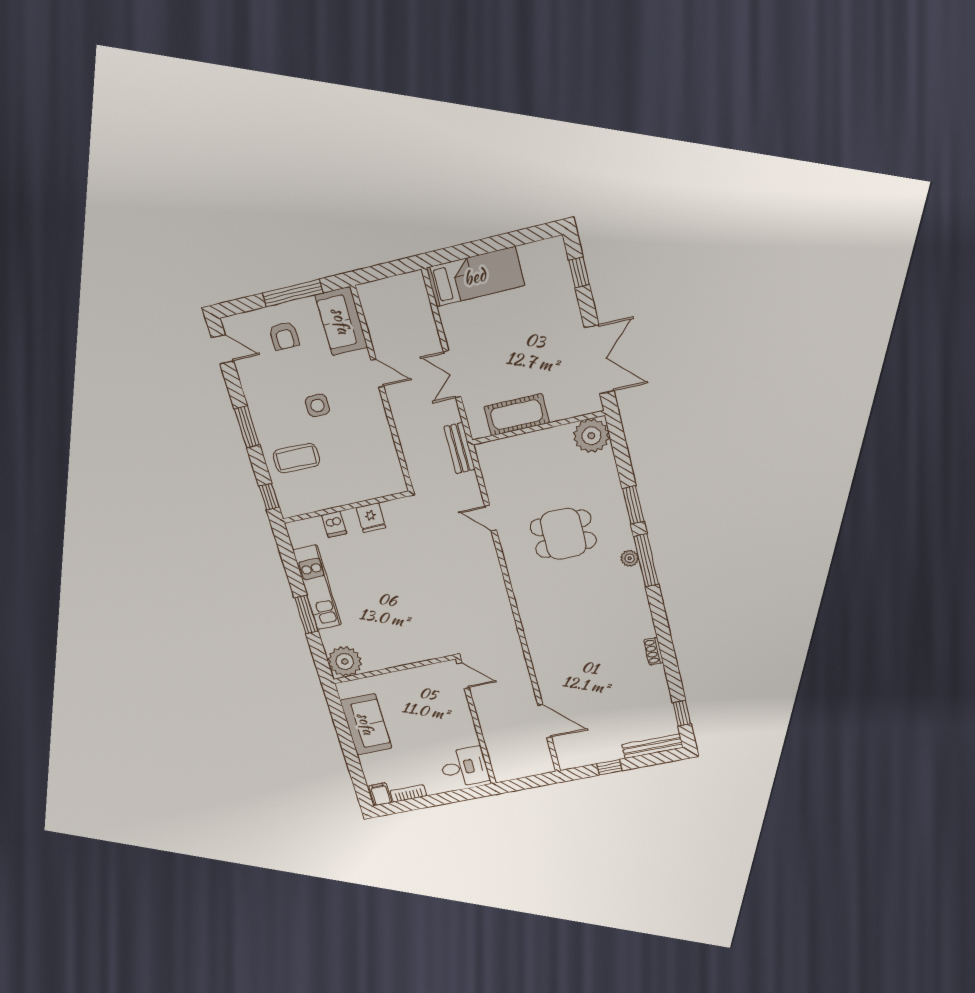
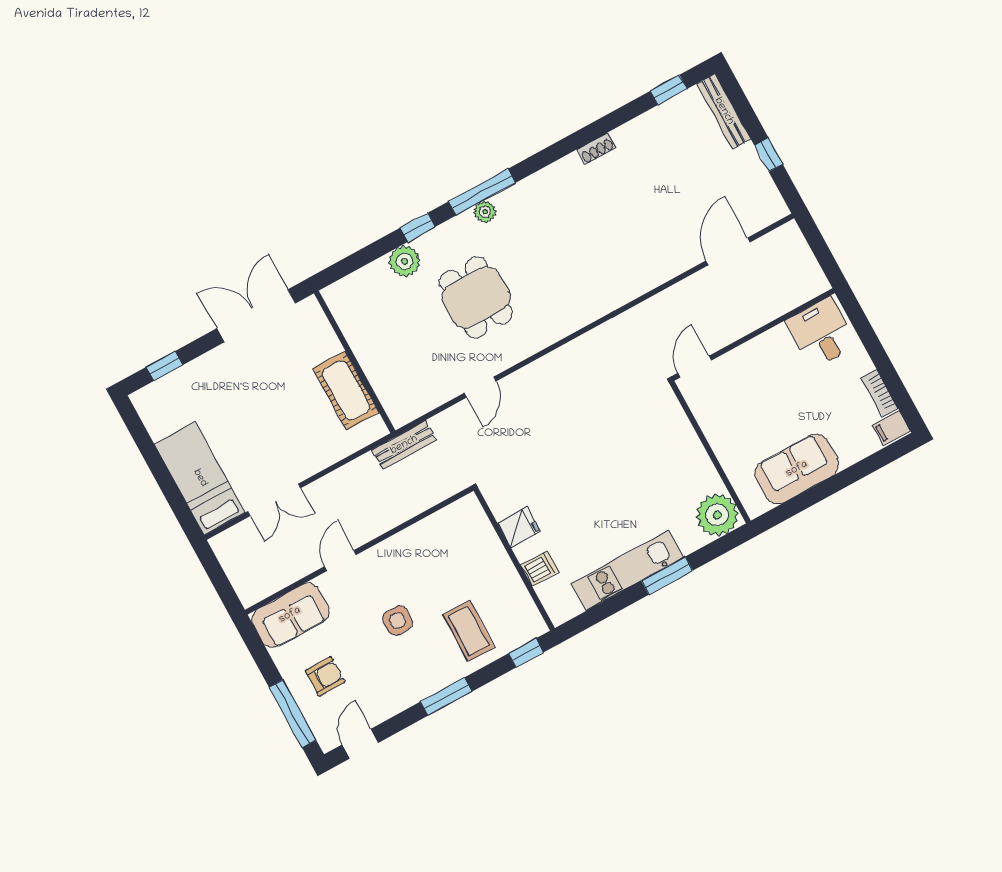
window: (293, 293) -> (293, 714), moved
double door: (452, 374) -> (274, 500), moved
plant: (591, 436) -> (405, 261), moved, width x0.73, depth x0.73
window: (633, 505) -> (418, 227), width x0.67

